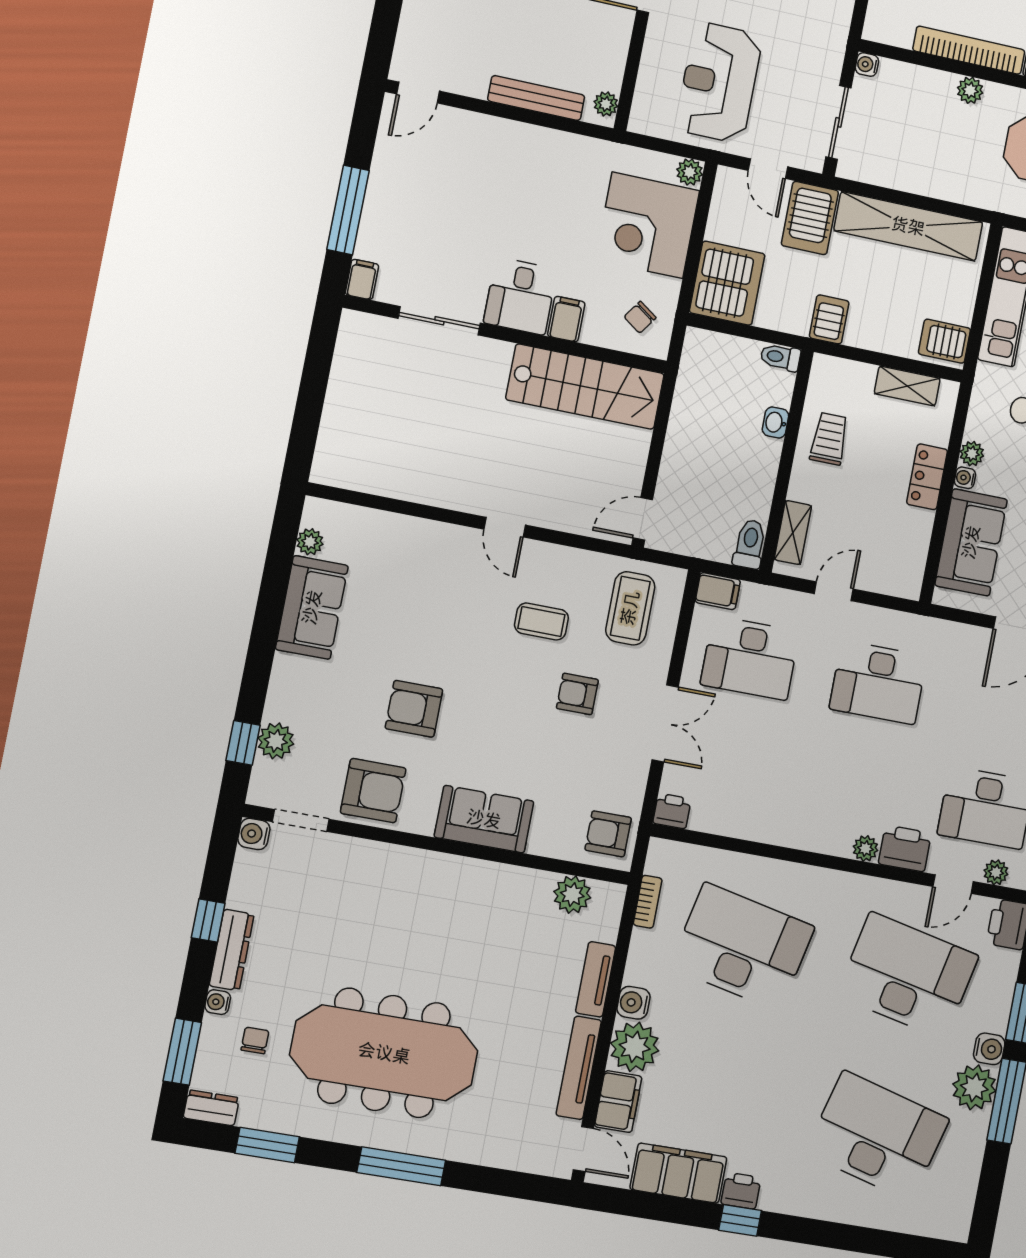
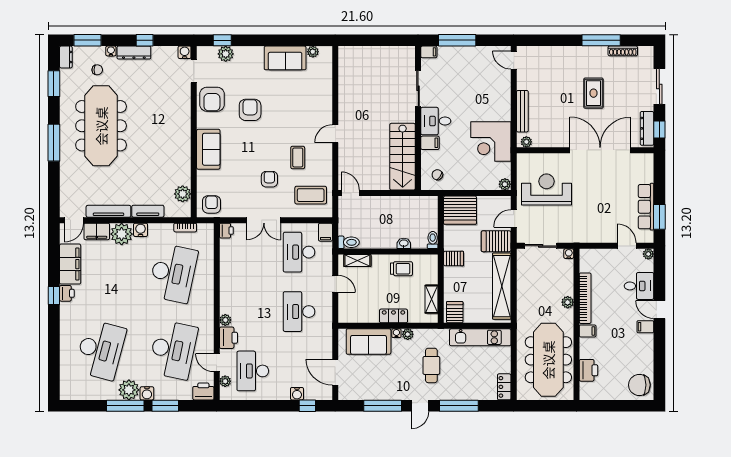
corner desk: (647, 225) -> (491, 142), moved, turned -90

